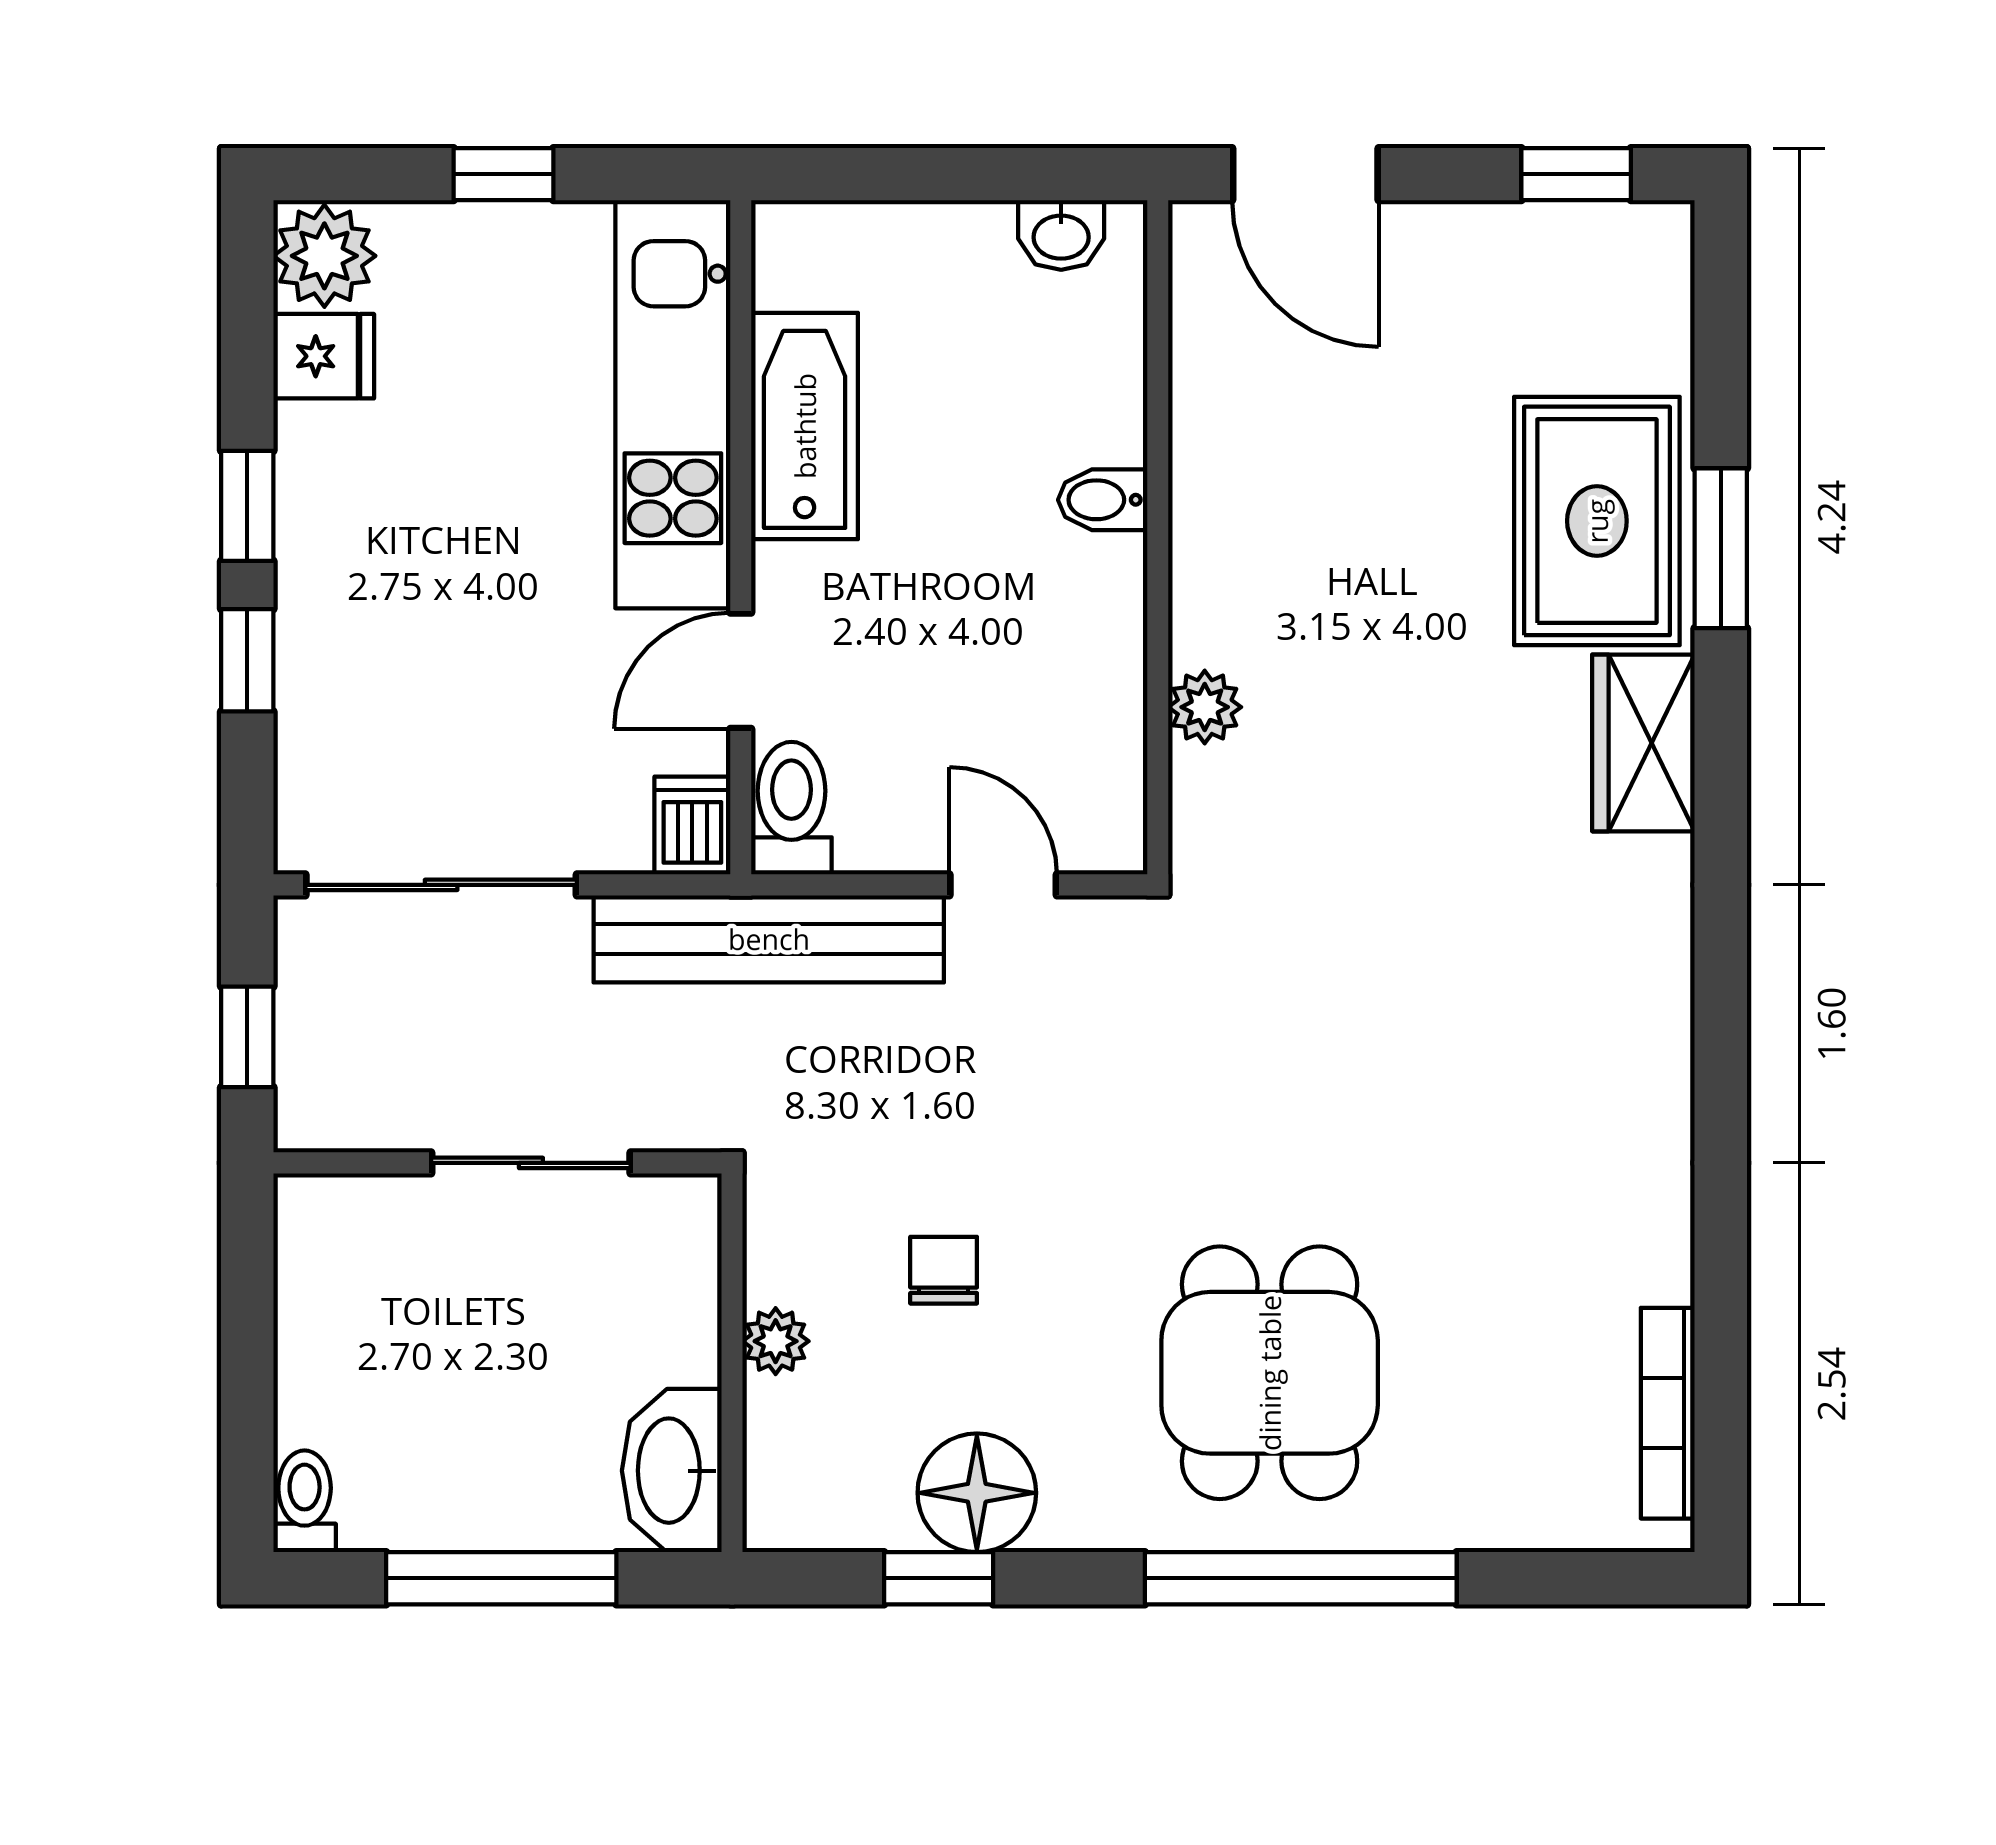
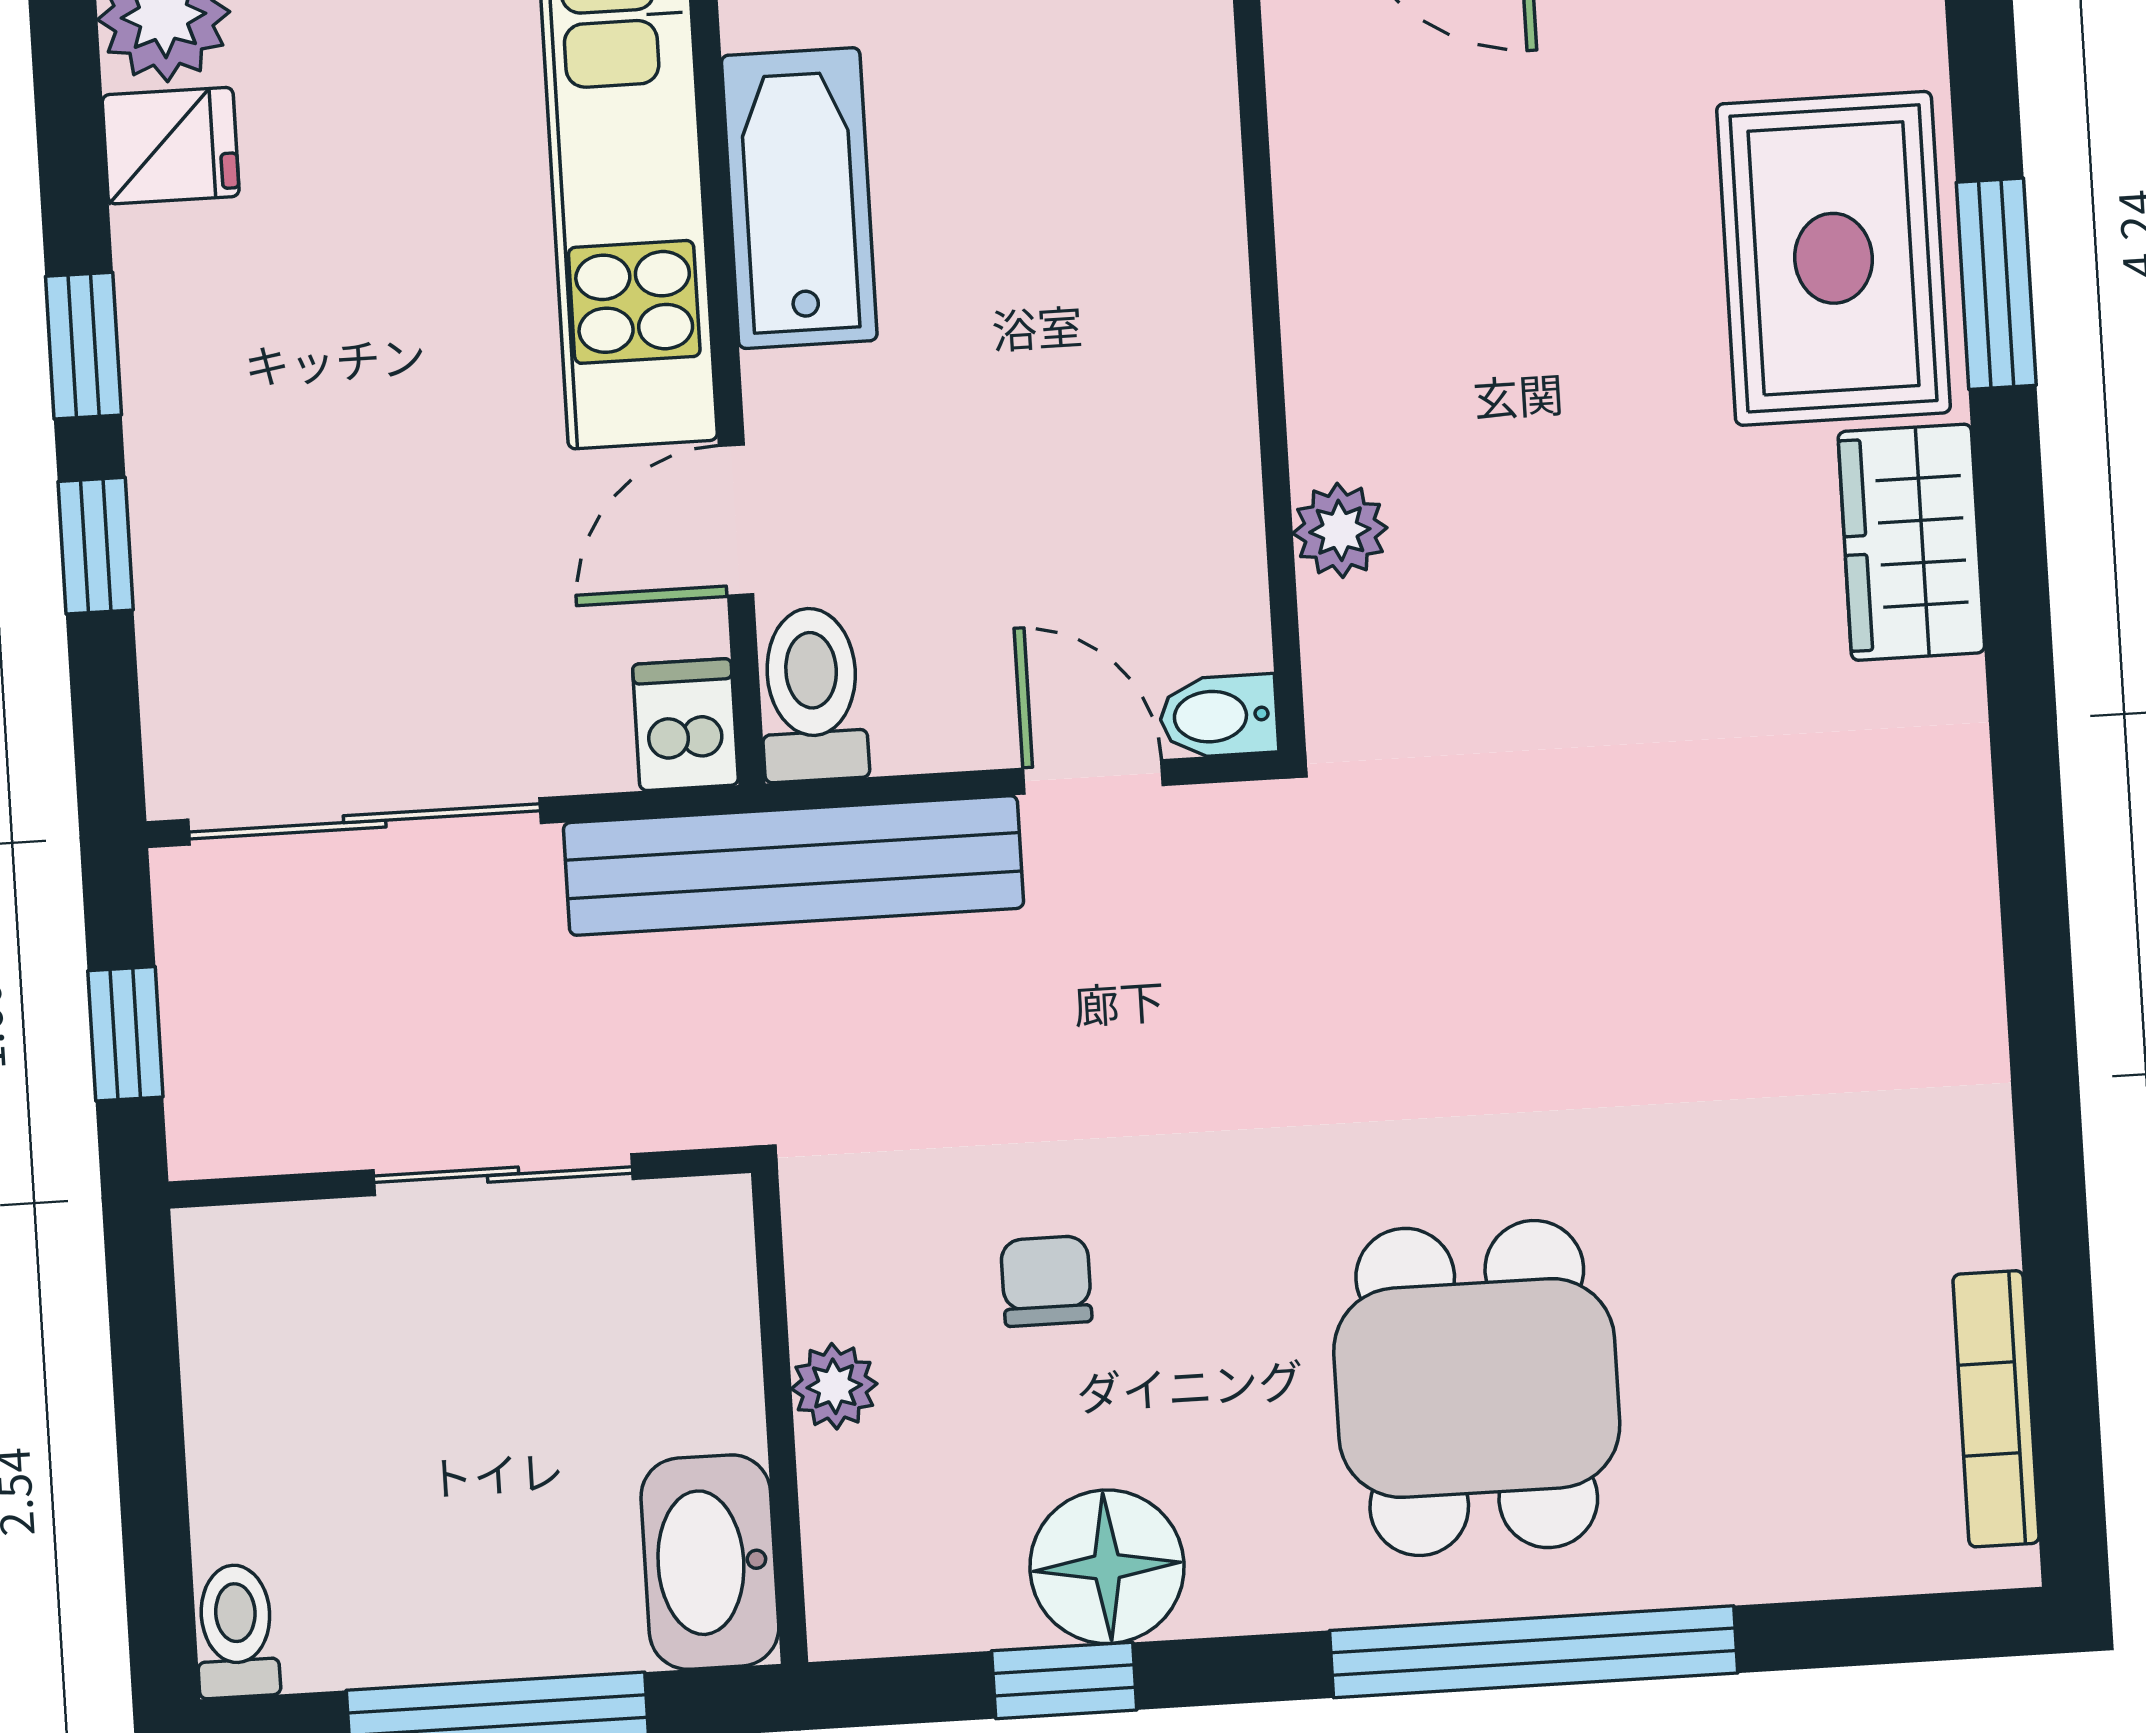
bidet: (1103, 500) -> (1219, 716), moved

